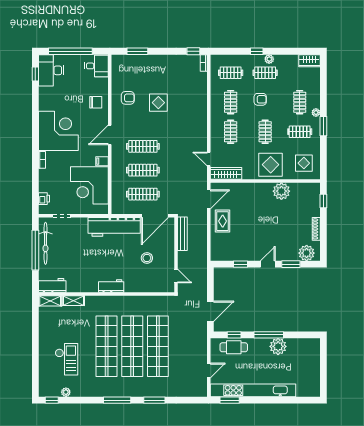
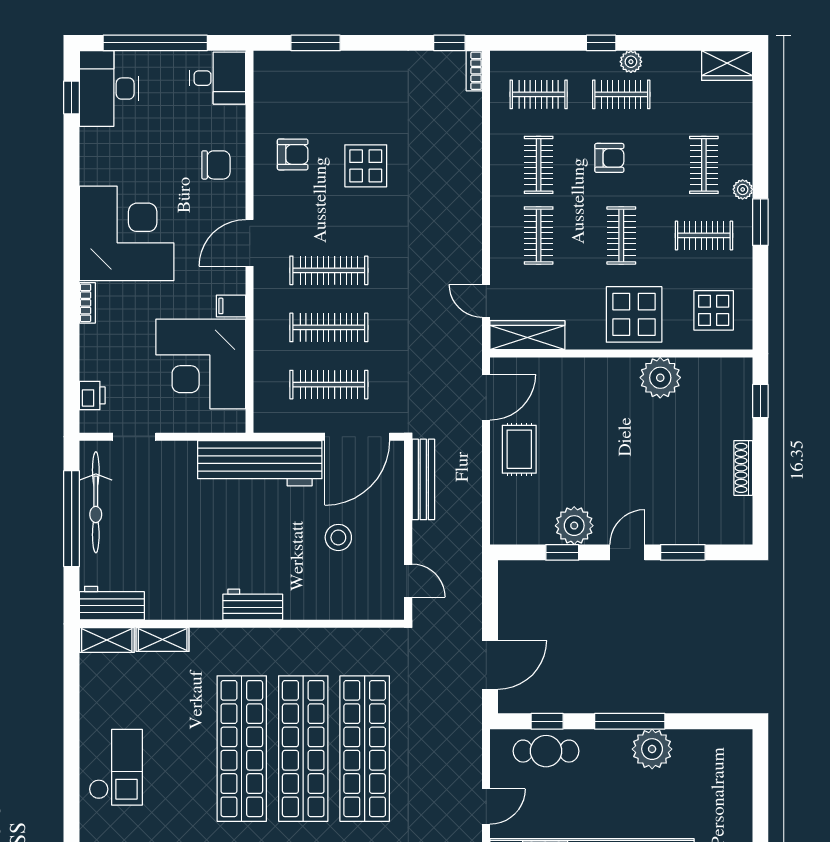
plant: (307, 253) -> (574, 526), moved
checkout: (66, 359) -> (116, 767), moved

